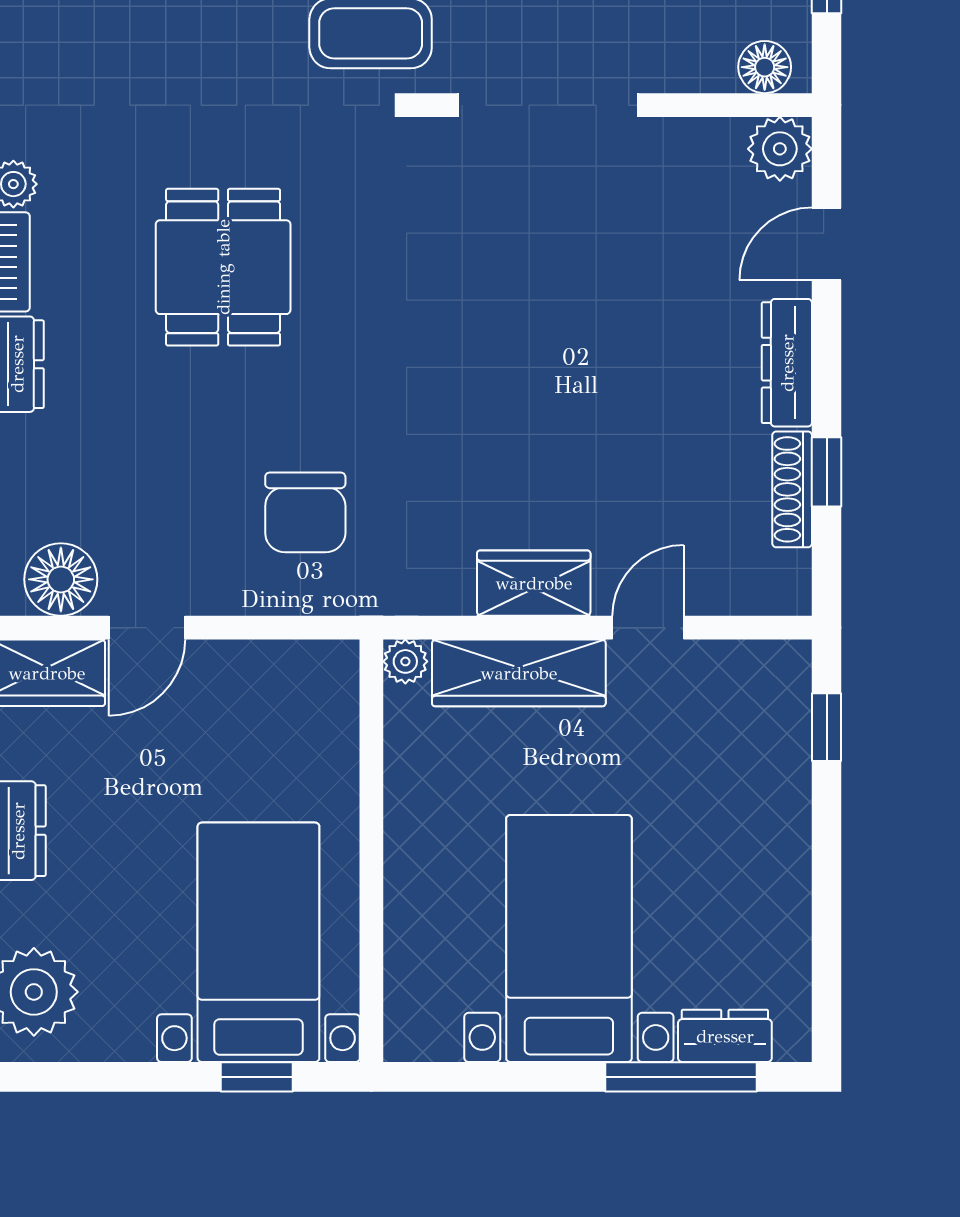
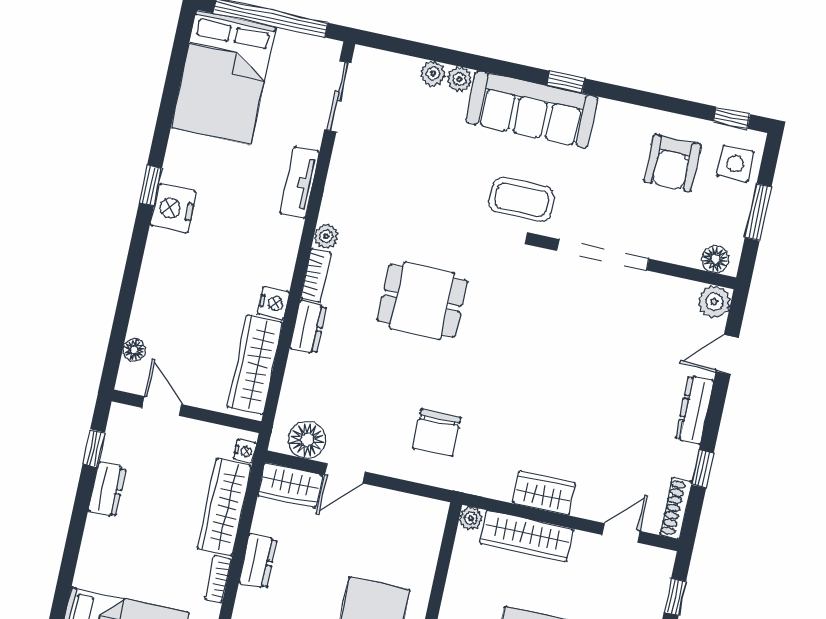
dining table: (223, 267) -> (422, 301), turned 90
shoe rack: (792, 489) -> (676, 508), moved
door: (648, 628) -> (621, 533), moved

